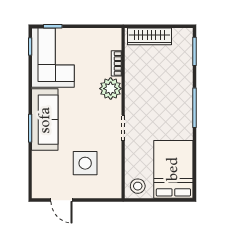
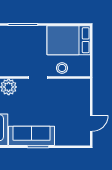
side table: (85, 163) -> (64, 106), removed
stool: (138, 186) -> (62, 68), moved

